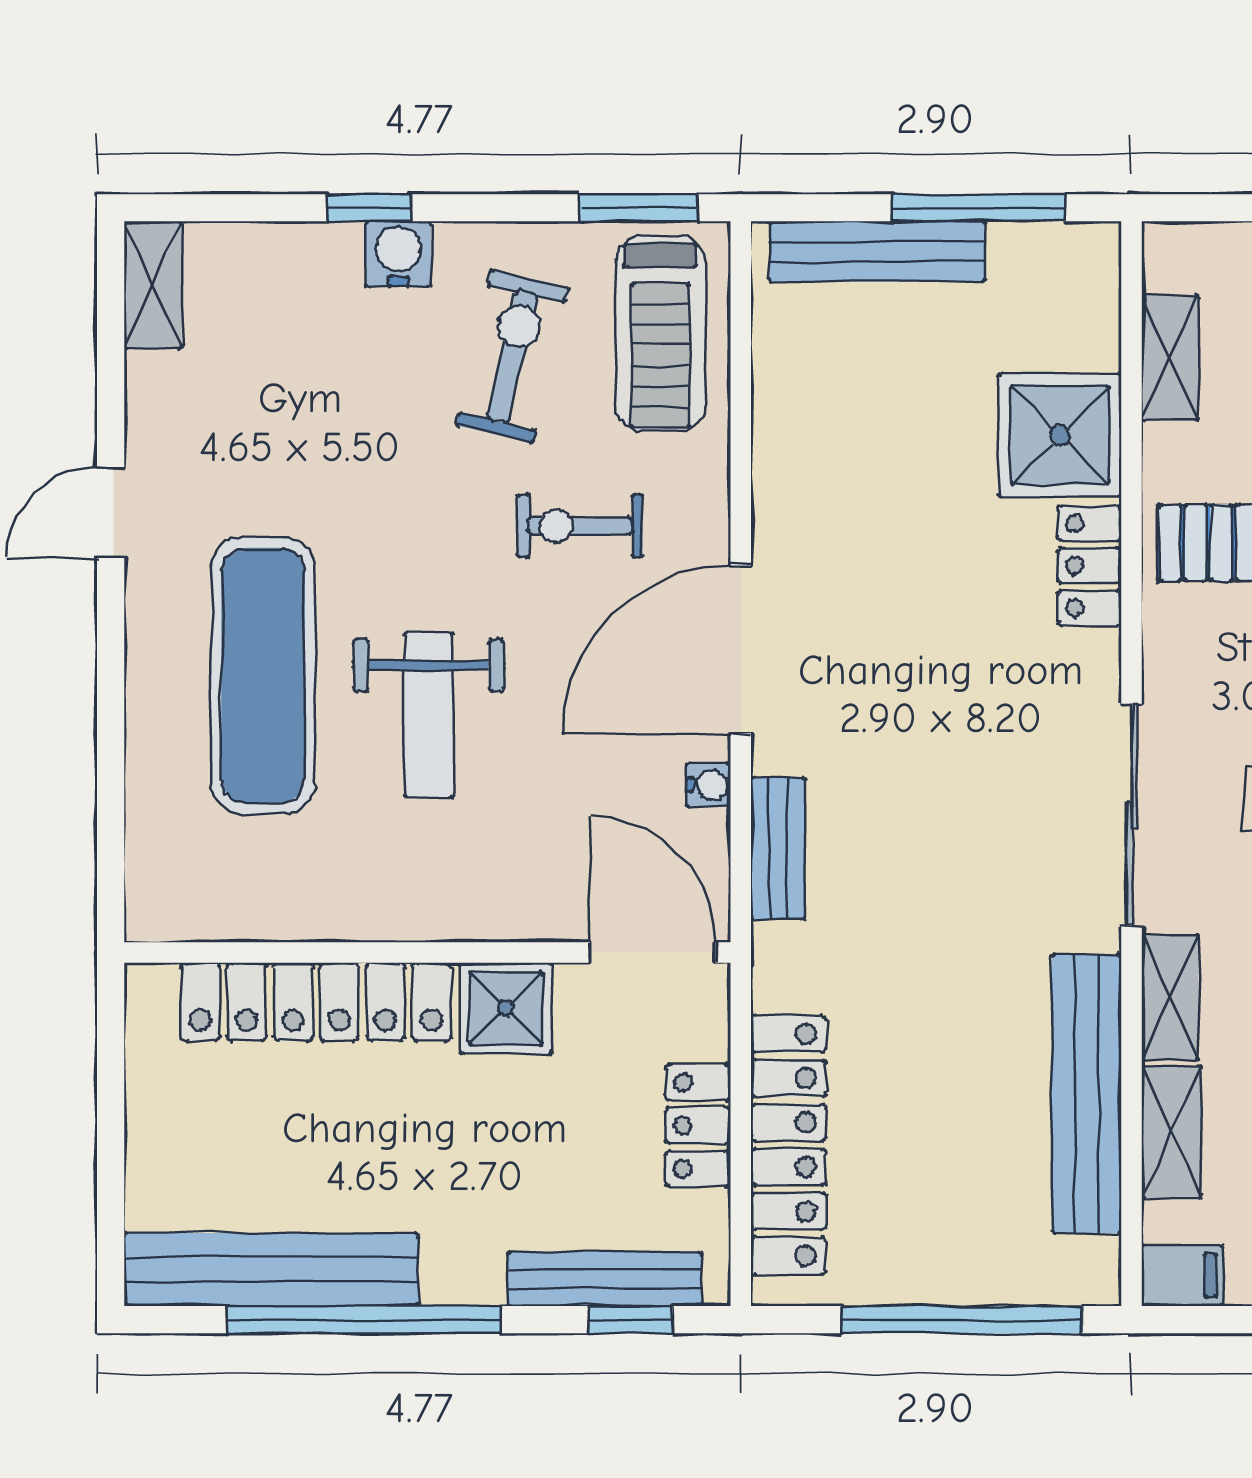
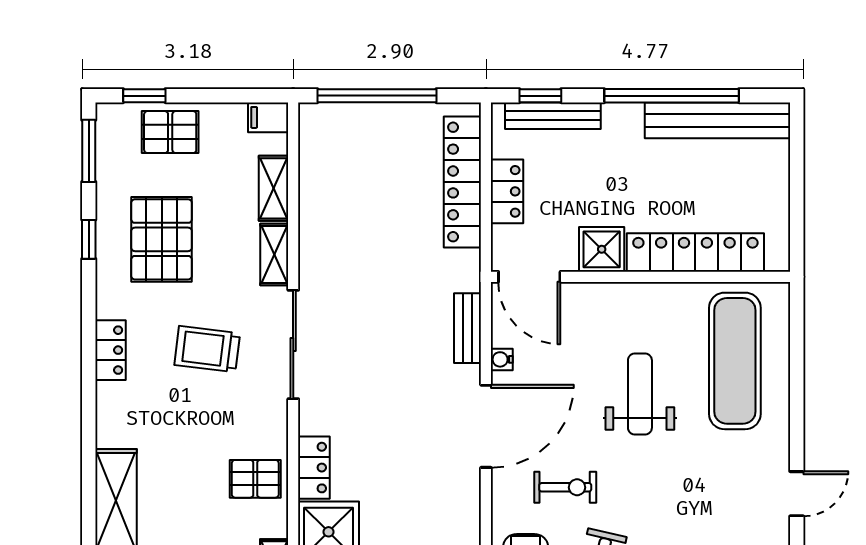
exercise mat: (263, 675) -> (735, 361), moved
bench: (1087, 1094) -> (315, 207), removed

